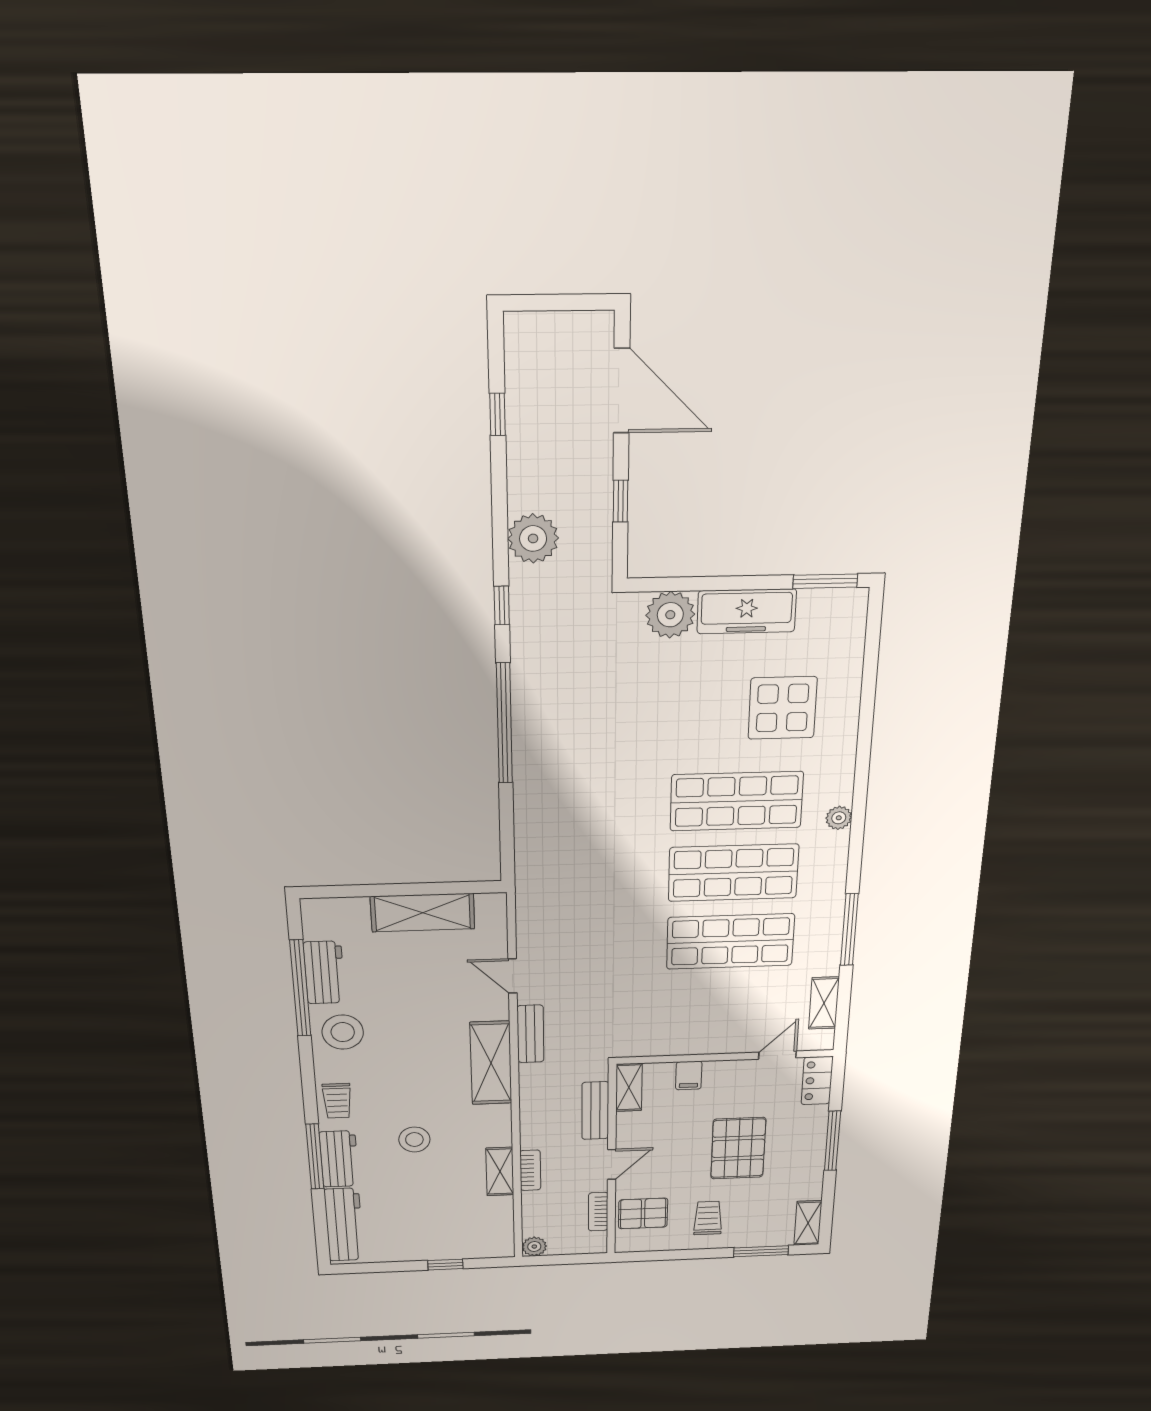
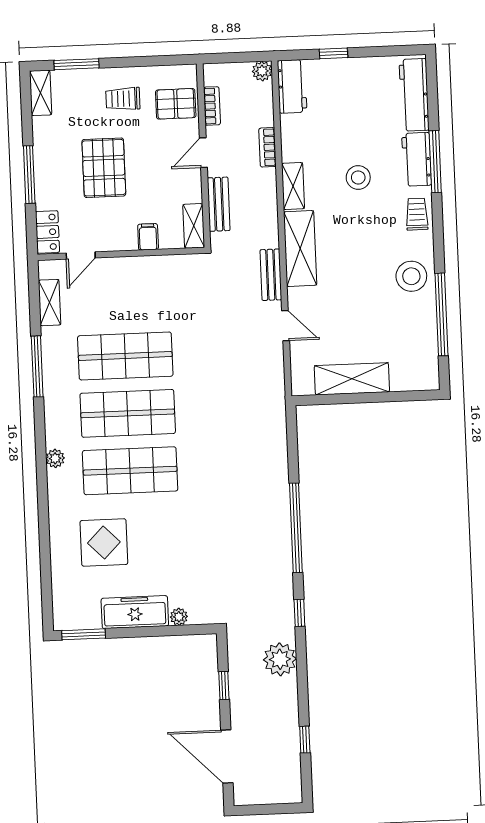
plant: (670, 615) -> (179, 617), width x0.53, depth x0.53
workbench: (324, 973) -> (292, 86), moved, turned 180
shelving: (500, 1172) -> (293, 186), moved
trolley: (708, 1218) -> (123, 99), turned 90

